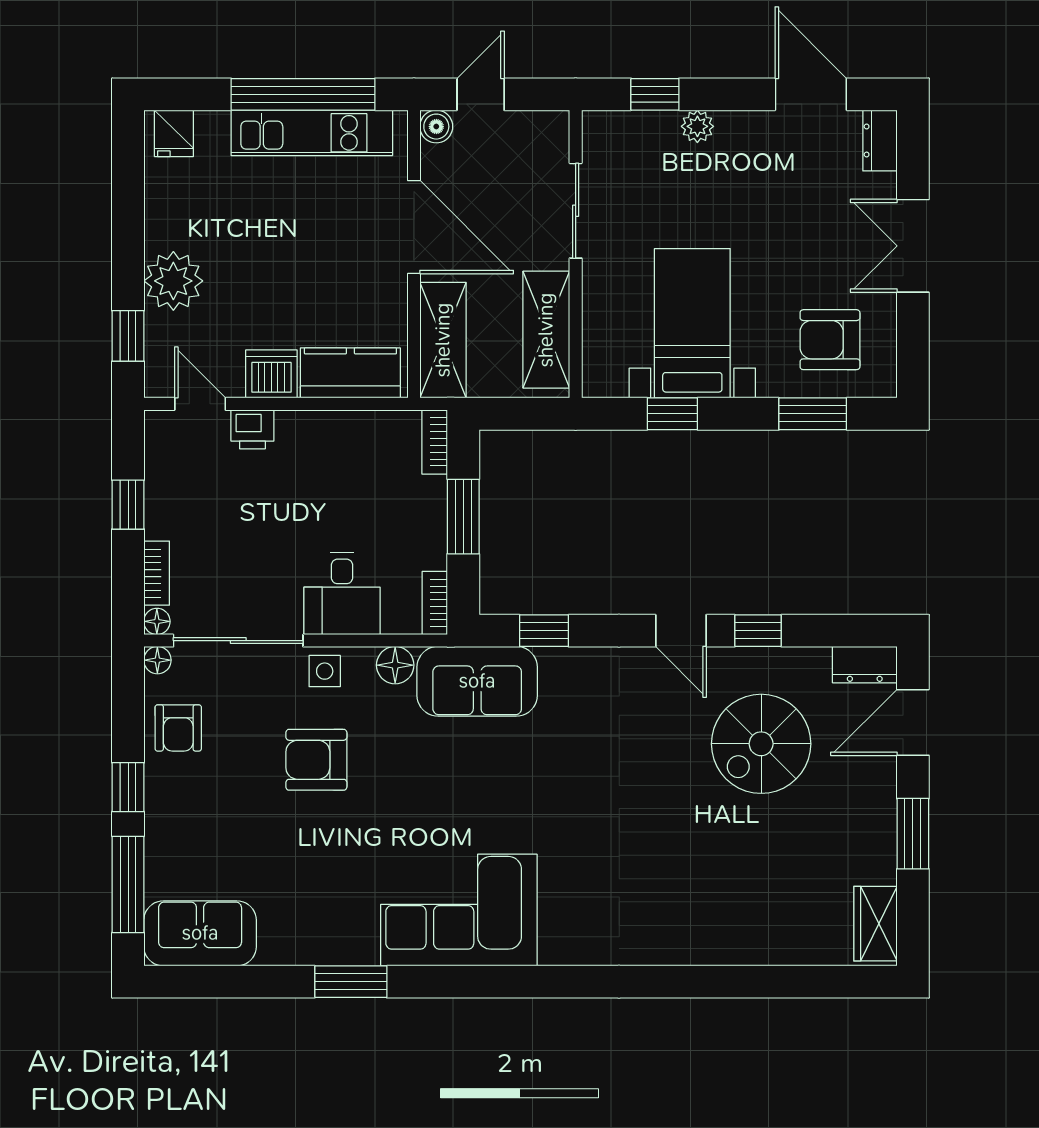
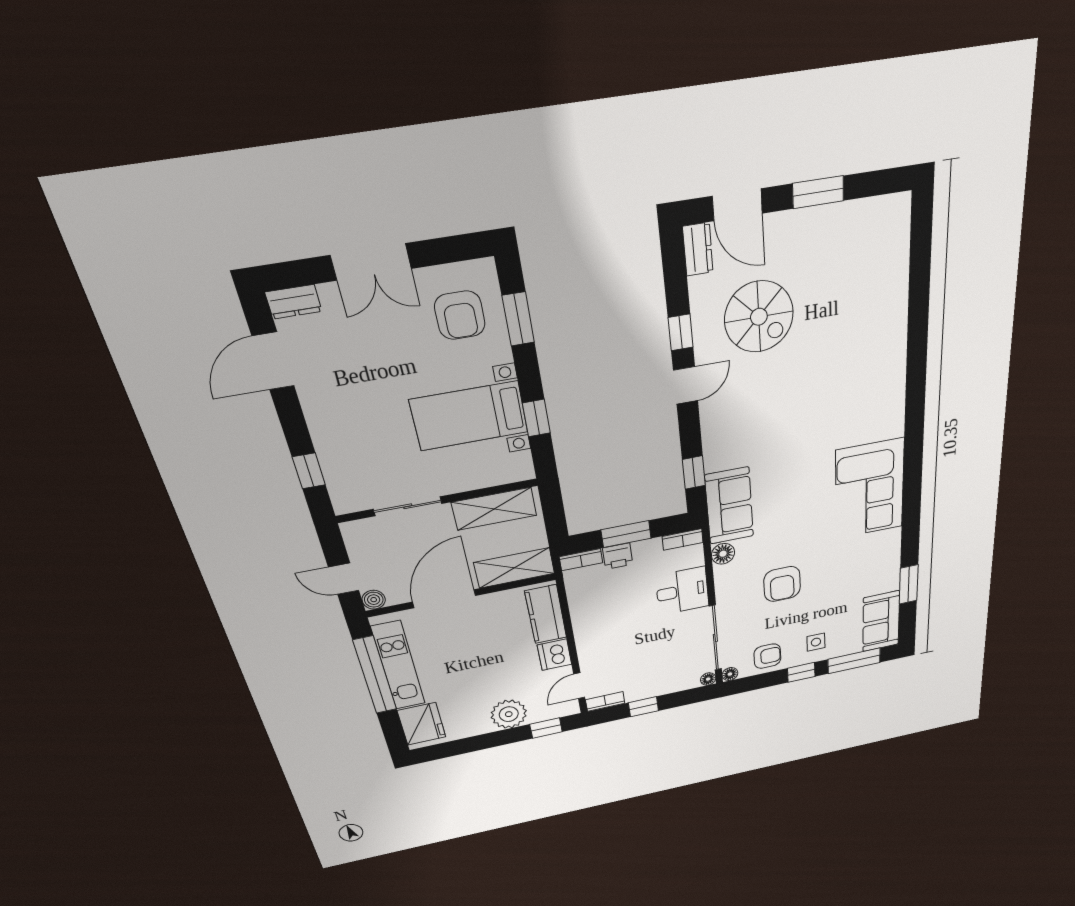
plant: (697, 126) -> (324, 438), removed
fridge: (174, 133) -> (422, 724), width x1.88, depth x1.34
printer: (252, 429) -> (618, 556), moved, turned 90
bookcase: (157, 573) -> (605, 701), moved
side table: (325, 671) -> (816, 642), moved
wardrobe: (875, 924) -> (882, 212), removed
window: (351, 982) -> (909, 584), moved

